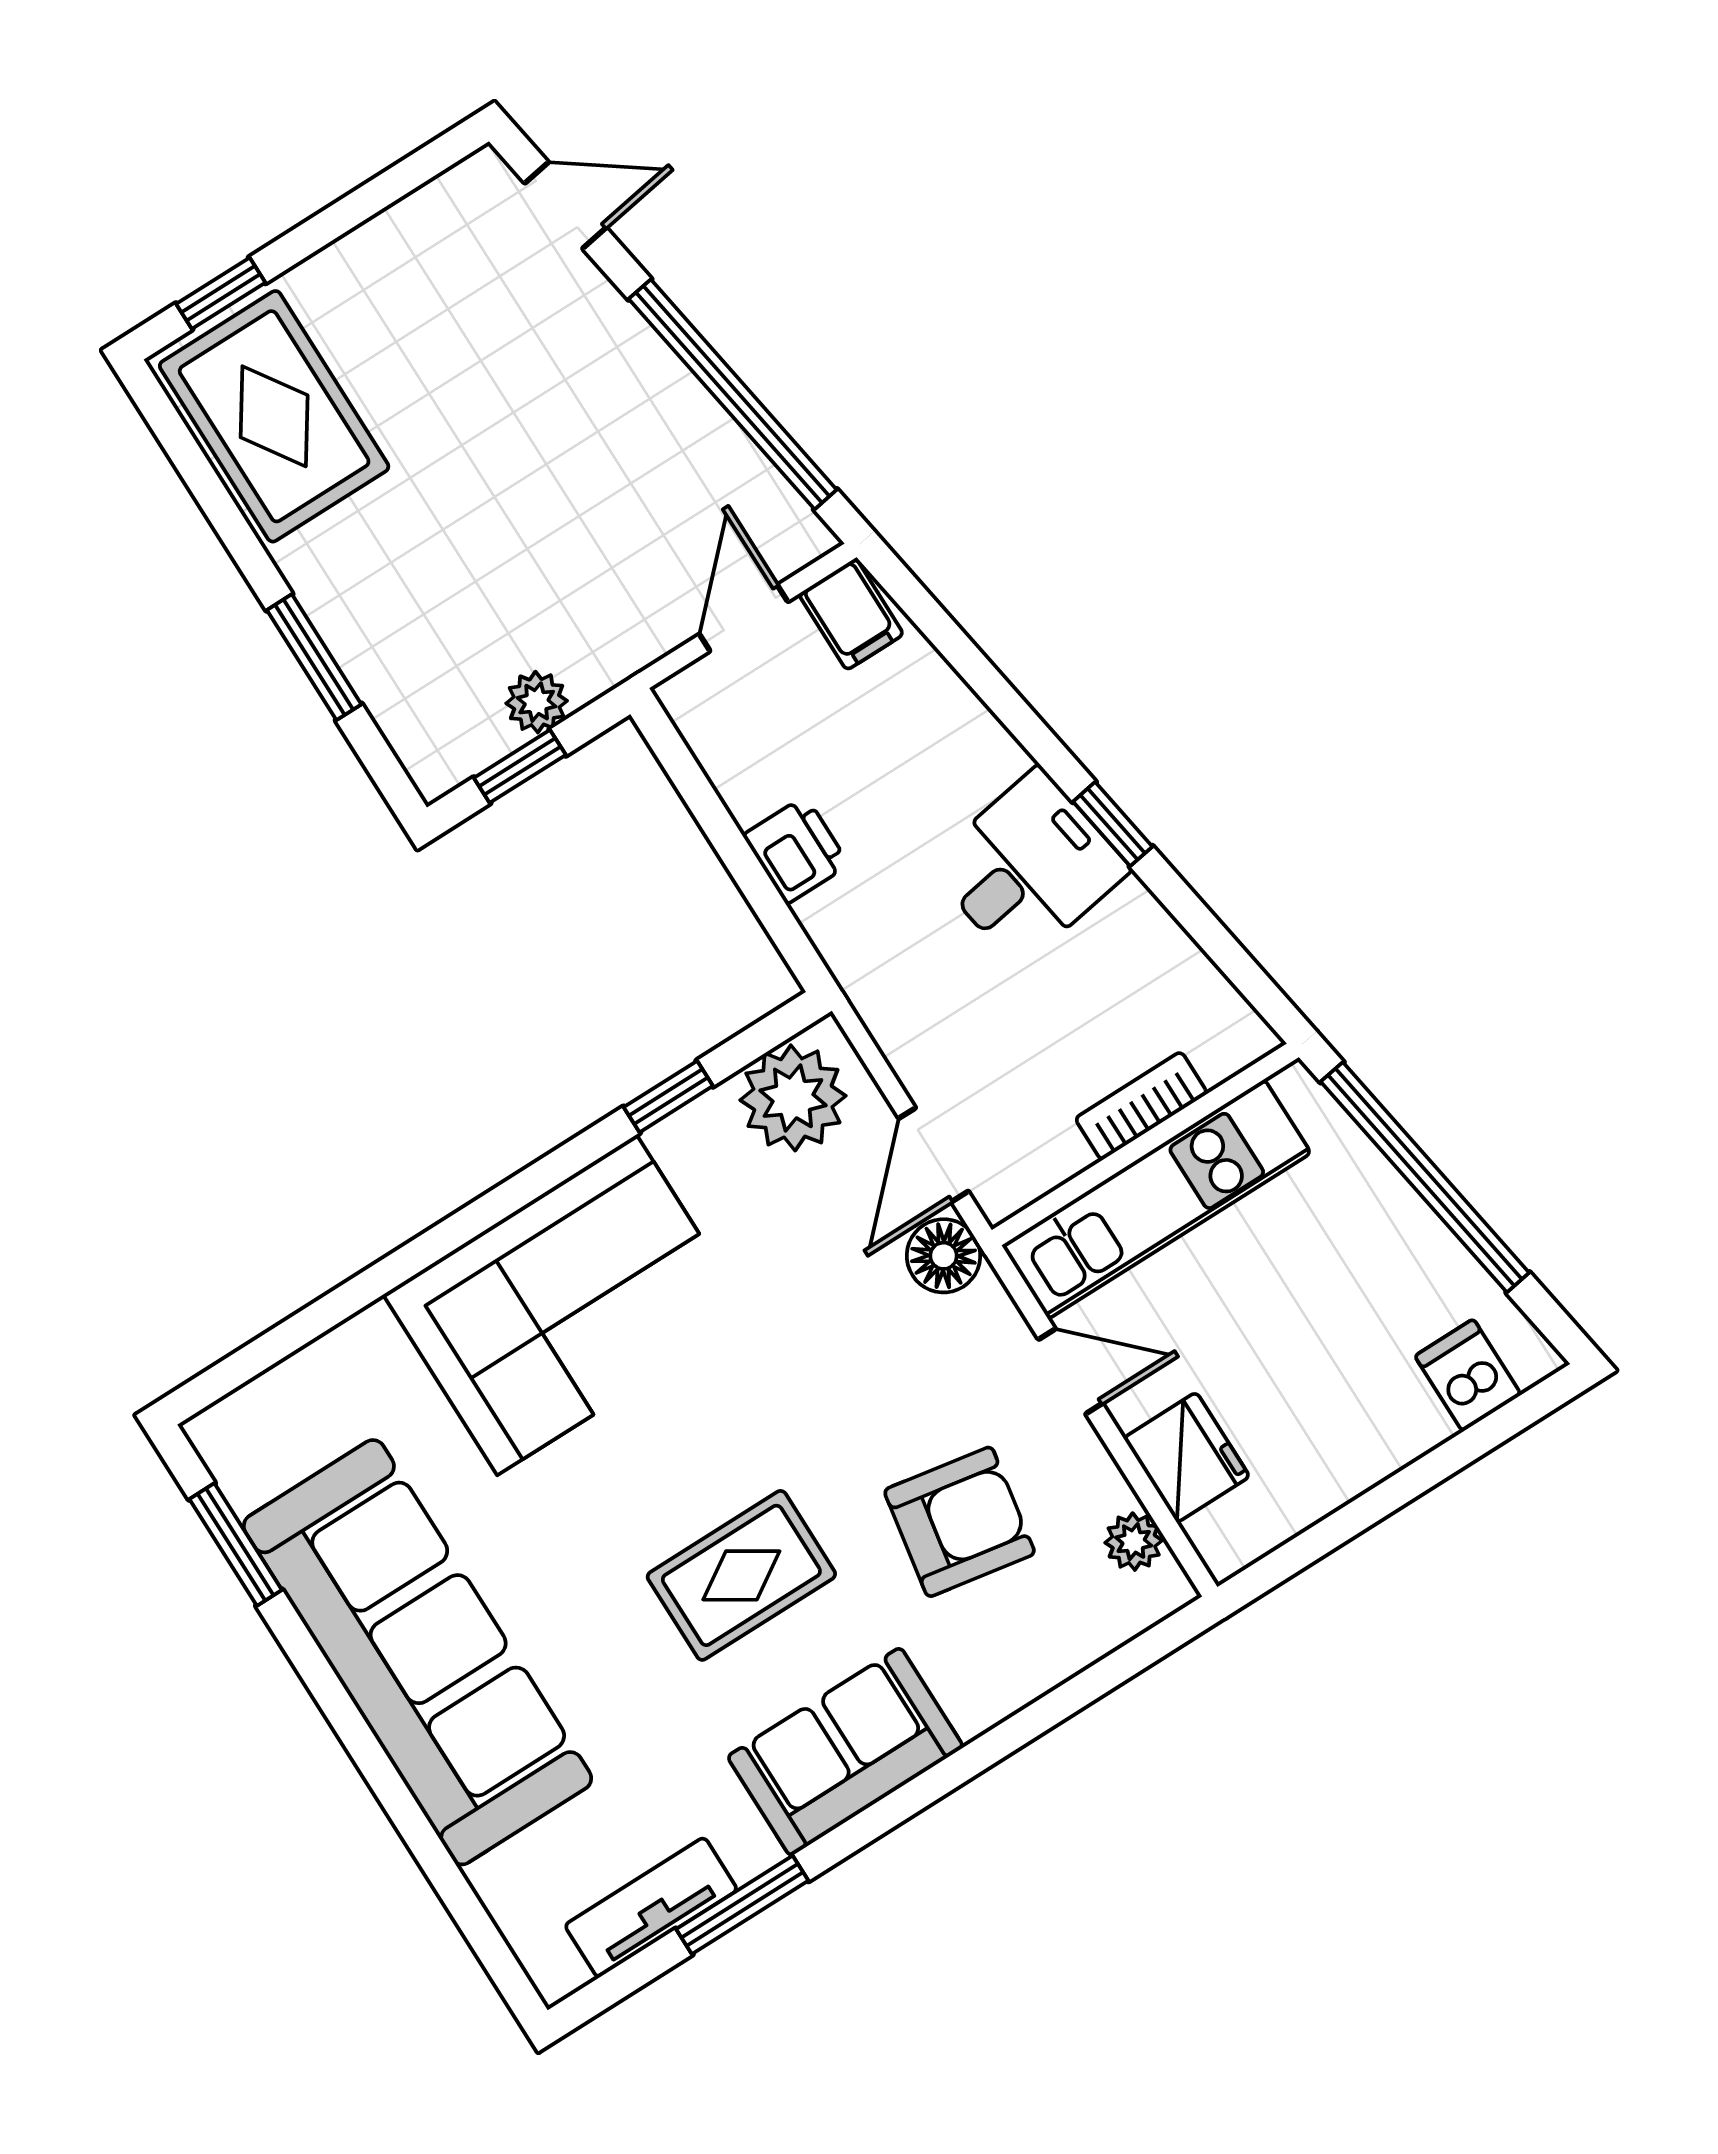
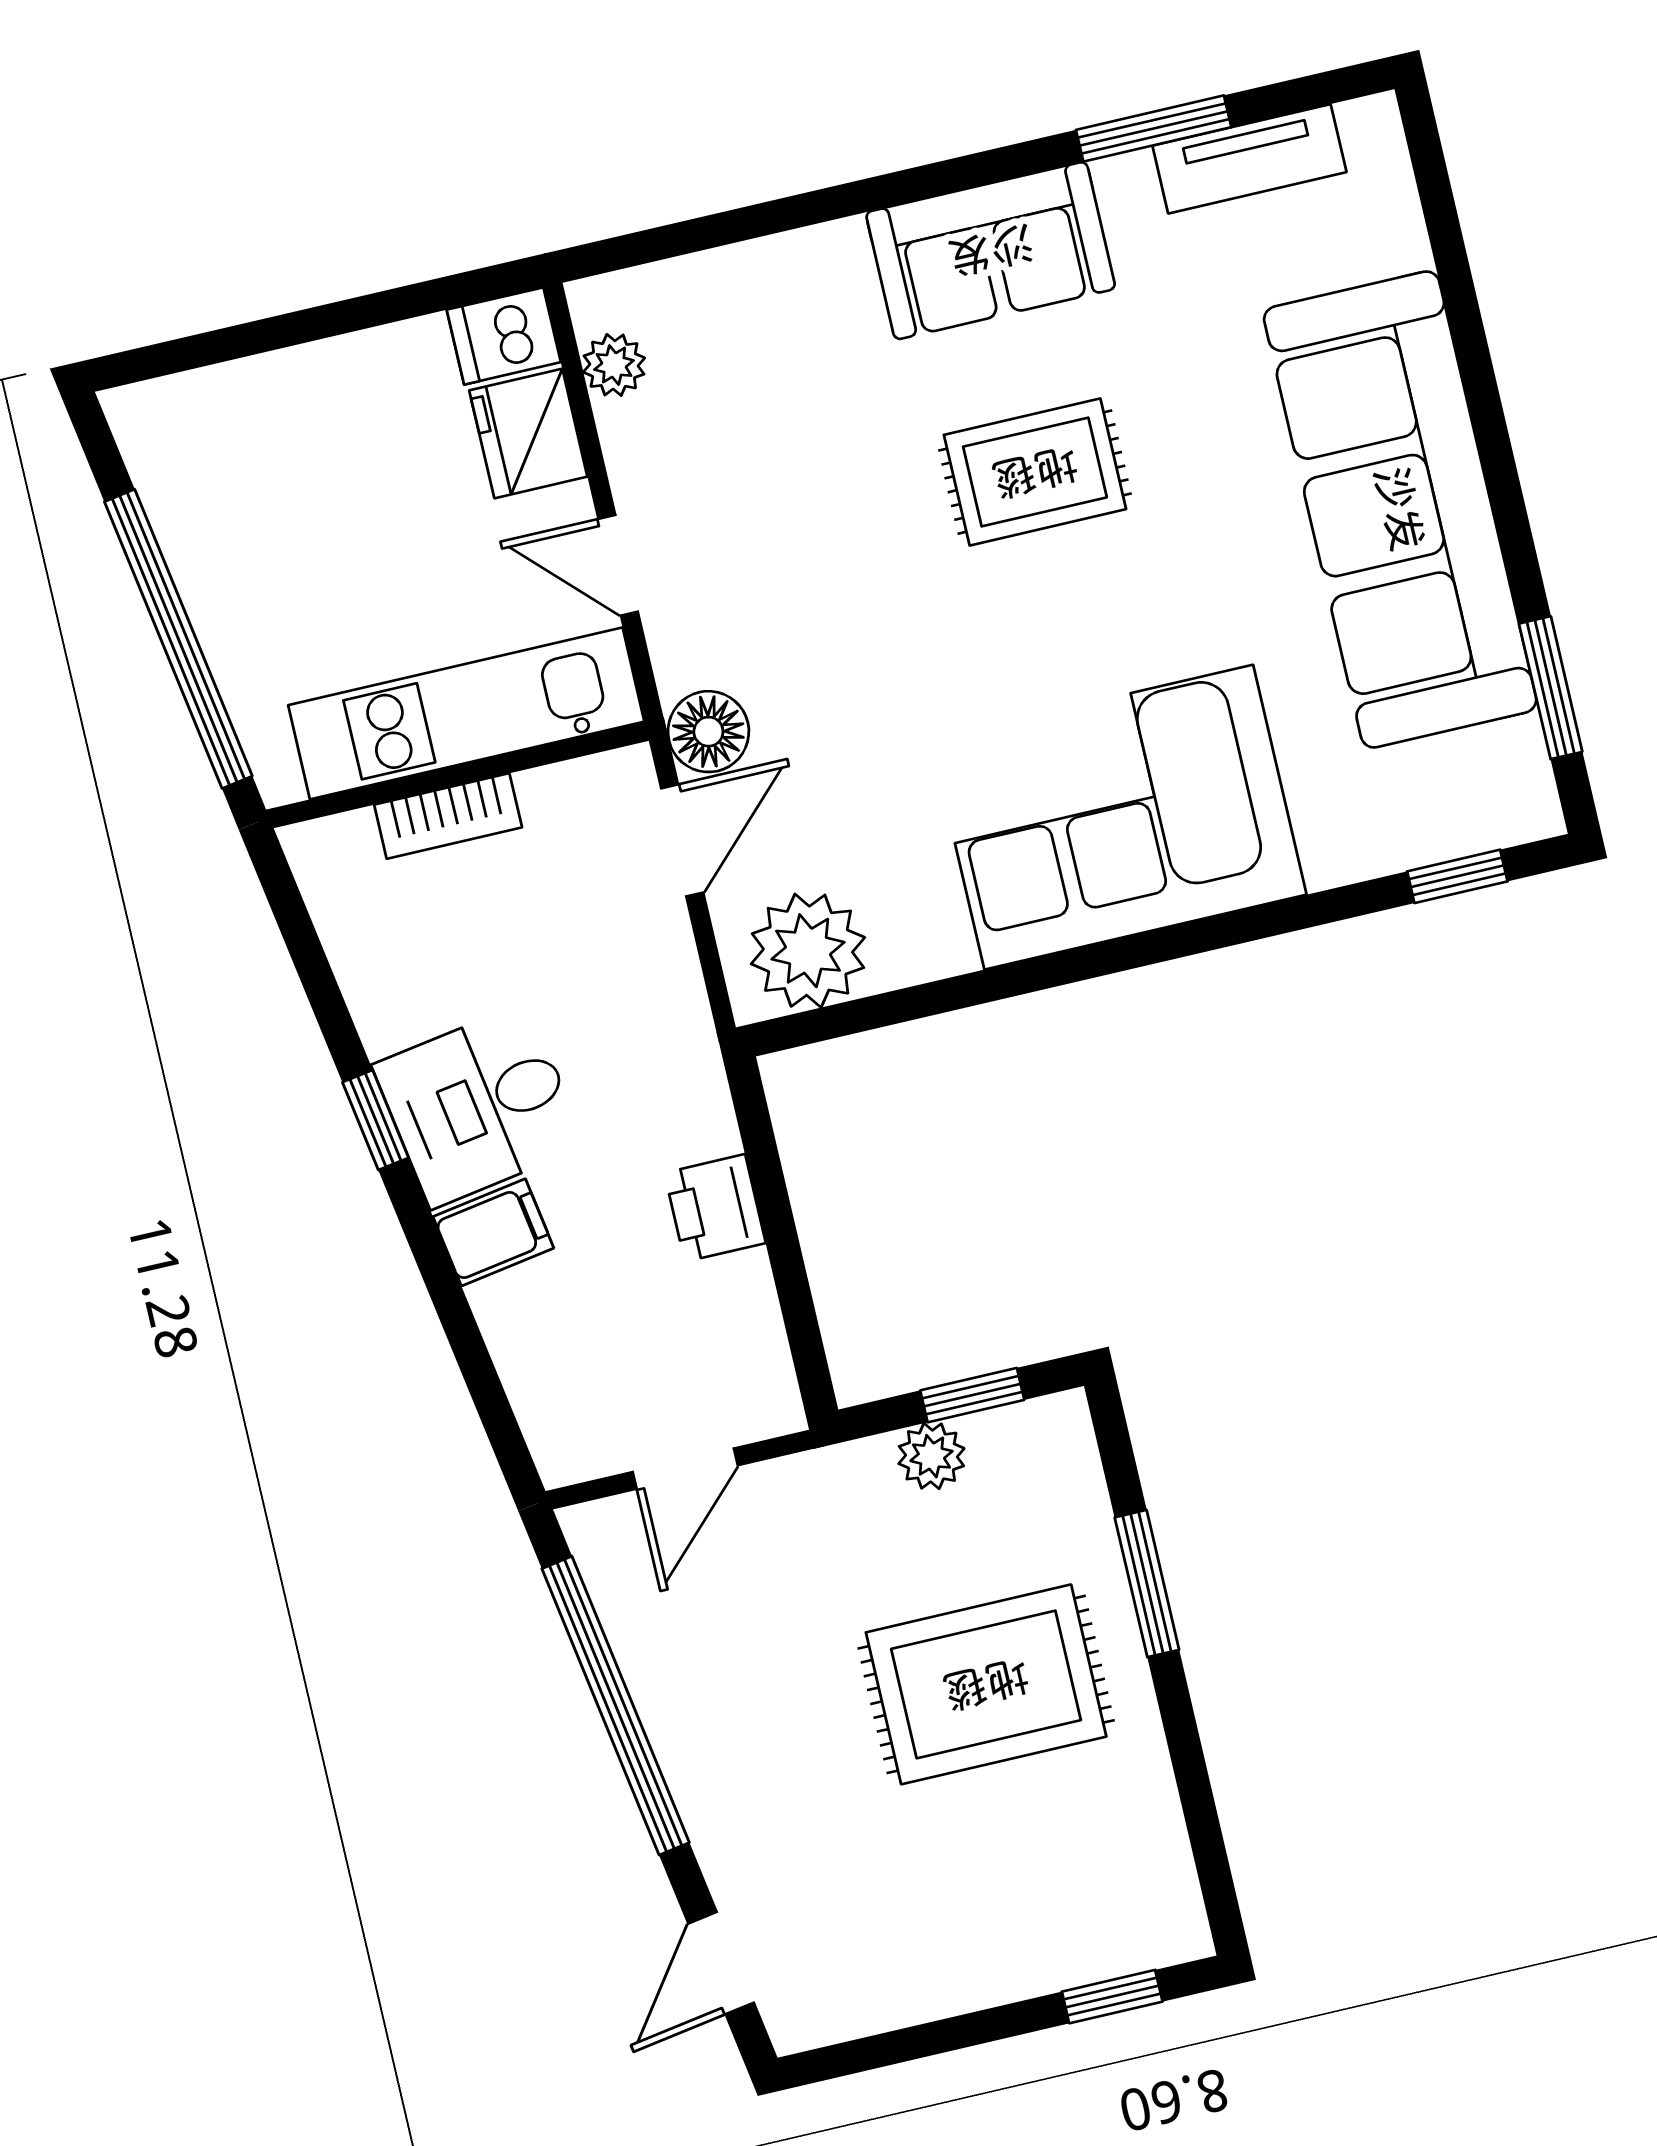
door: (566, 205) -> (721, 1963), hinge flipped
rug: (274, 416) -> (986, 1684), moved, turned 90
filing cabinet: (851, 614) -> (493, 1232), moved, turned 81
window: (668, 1097) -> (1457, 876), moved
dishwasher: (1468, 1375) -> (504, 336), moved, turned 90
armchair: (960, 1522) -> (788, 449), removed

